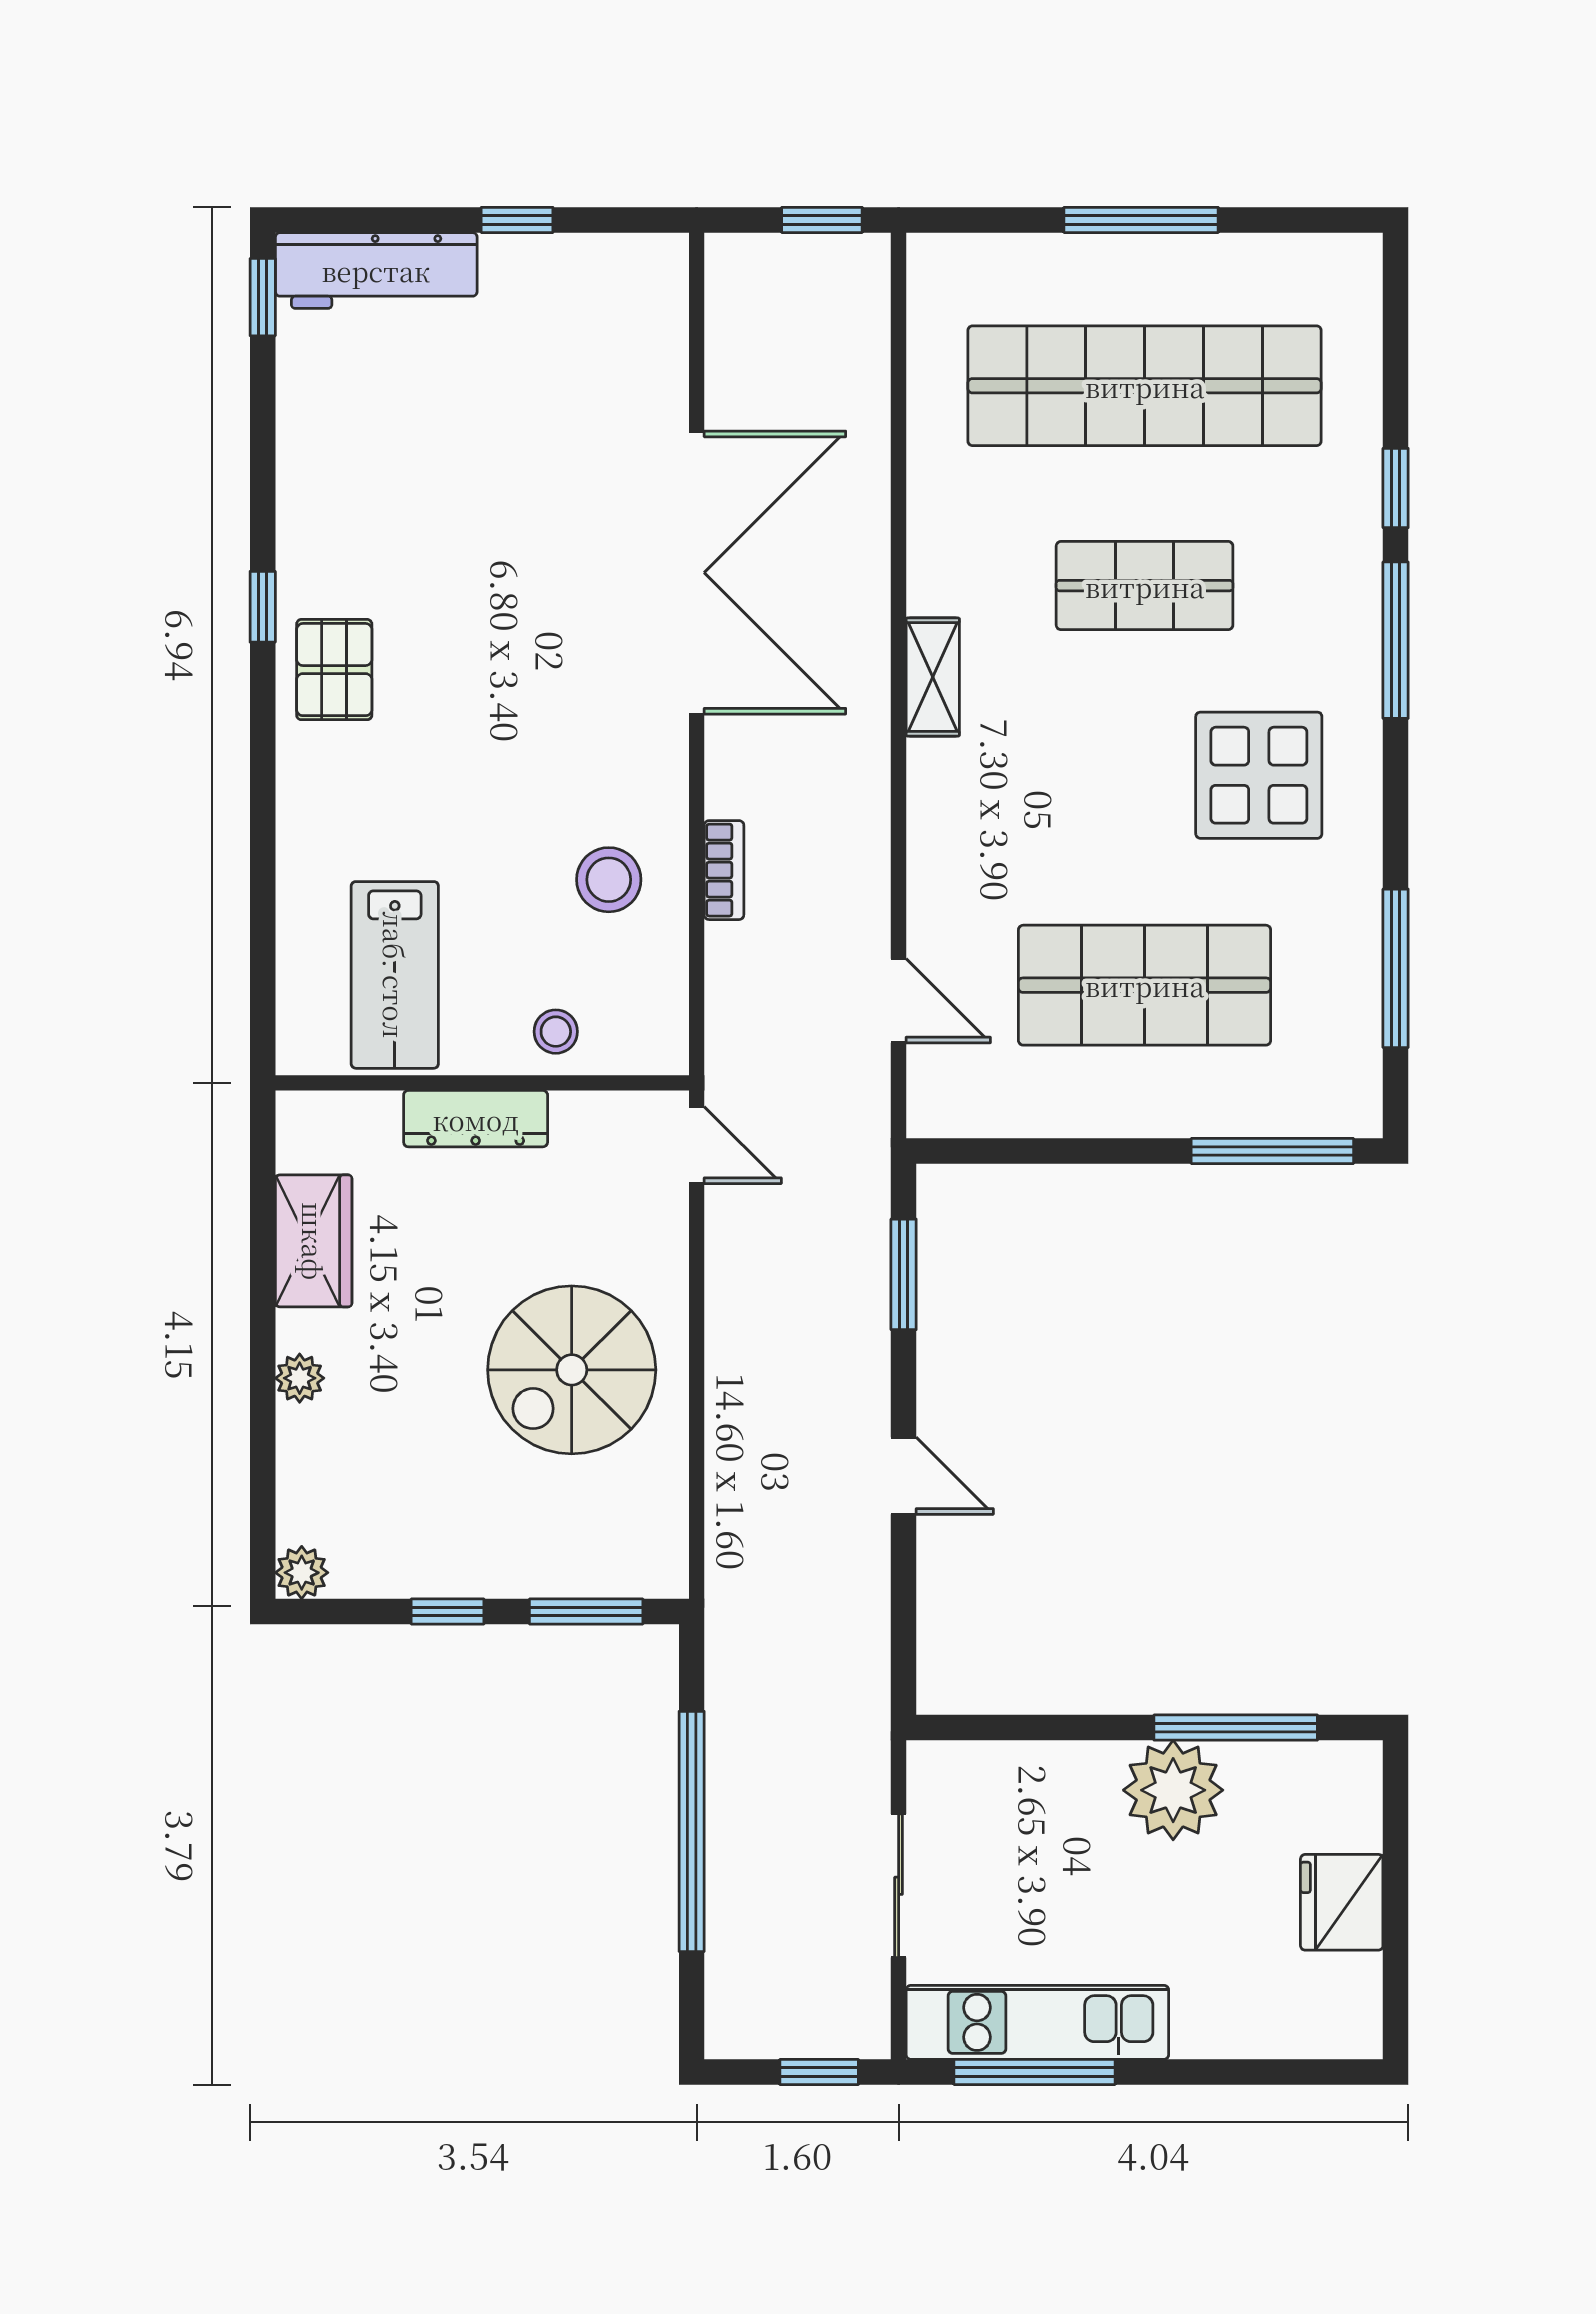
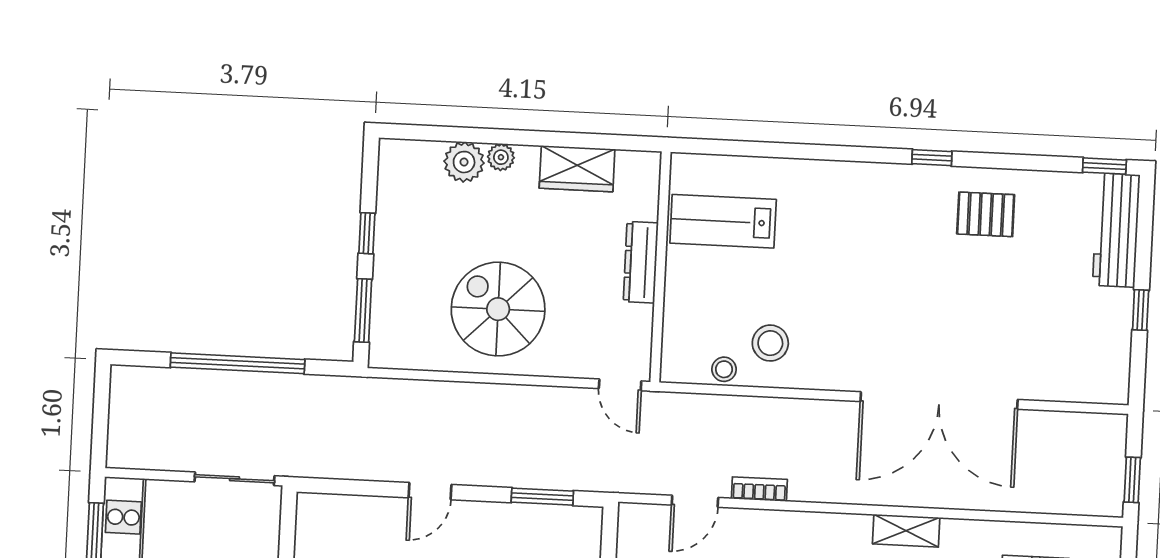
pallet: (334, 670) -> (986, 214), moved
shelving: (933, 677) -> (906, 531), moved
bookcase: (724, 870) -> (759, 489), moved, turned 180
stool: (556, 1032) -> (724, 369), moved
door: (697, 1145) -> (620, 385), hinge flipped
plant: (302, 1573) -> (464, 162), moved, width x1.38, depth x1.38
sliding door: (899, 1886) -> (235, 479), moved
window: (819, 2072) -> (100, 428), removed

